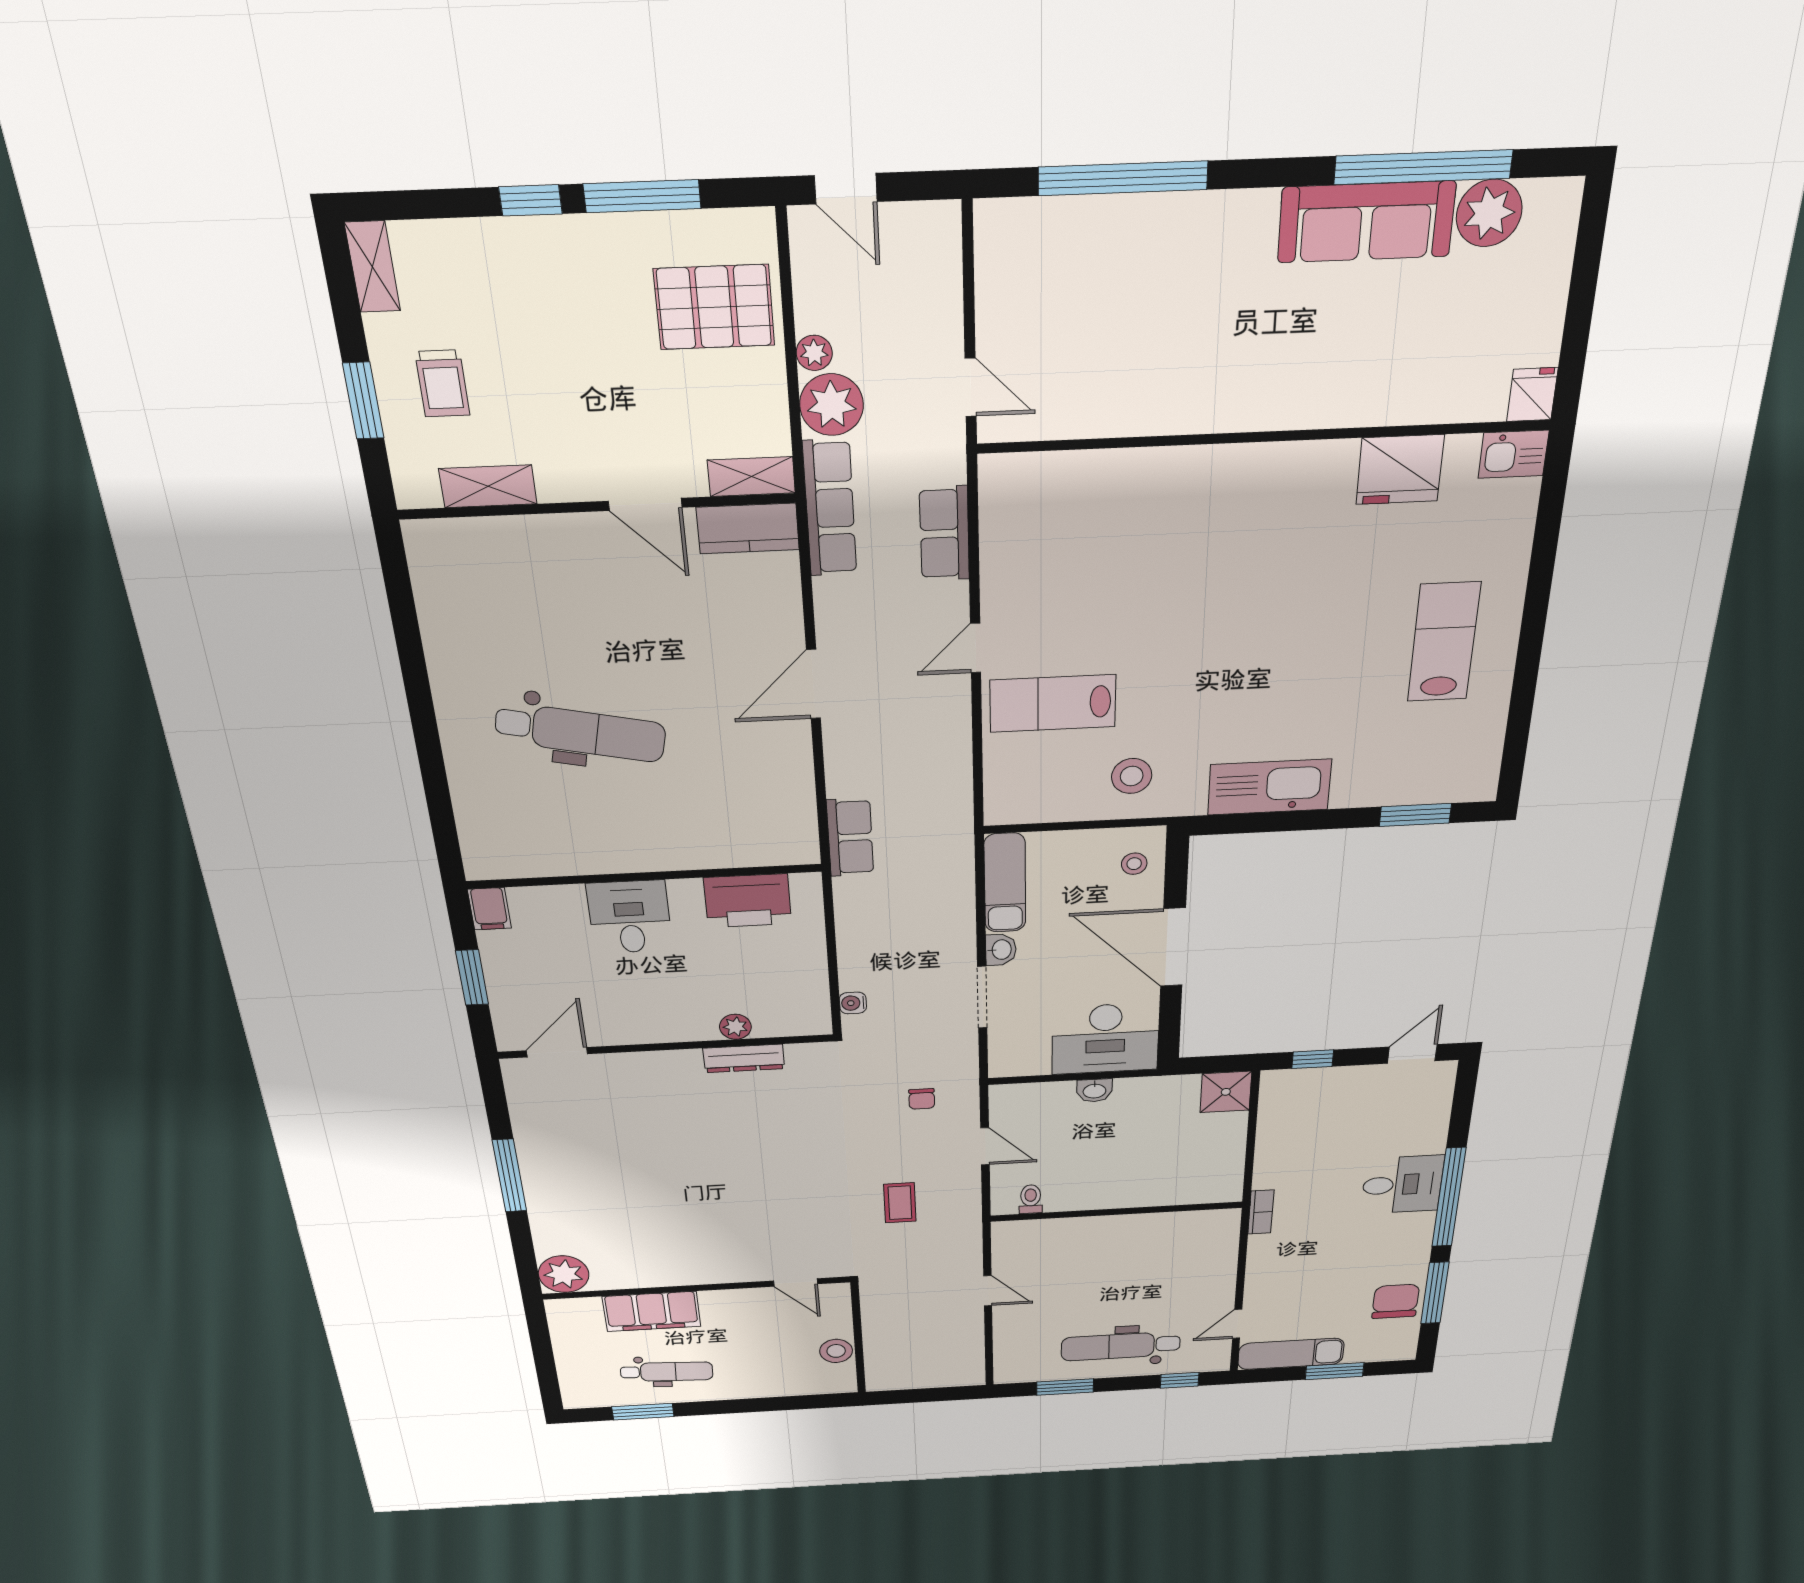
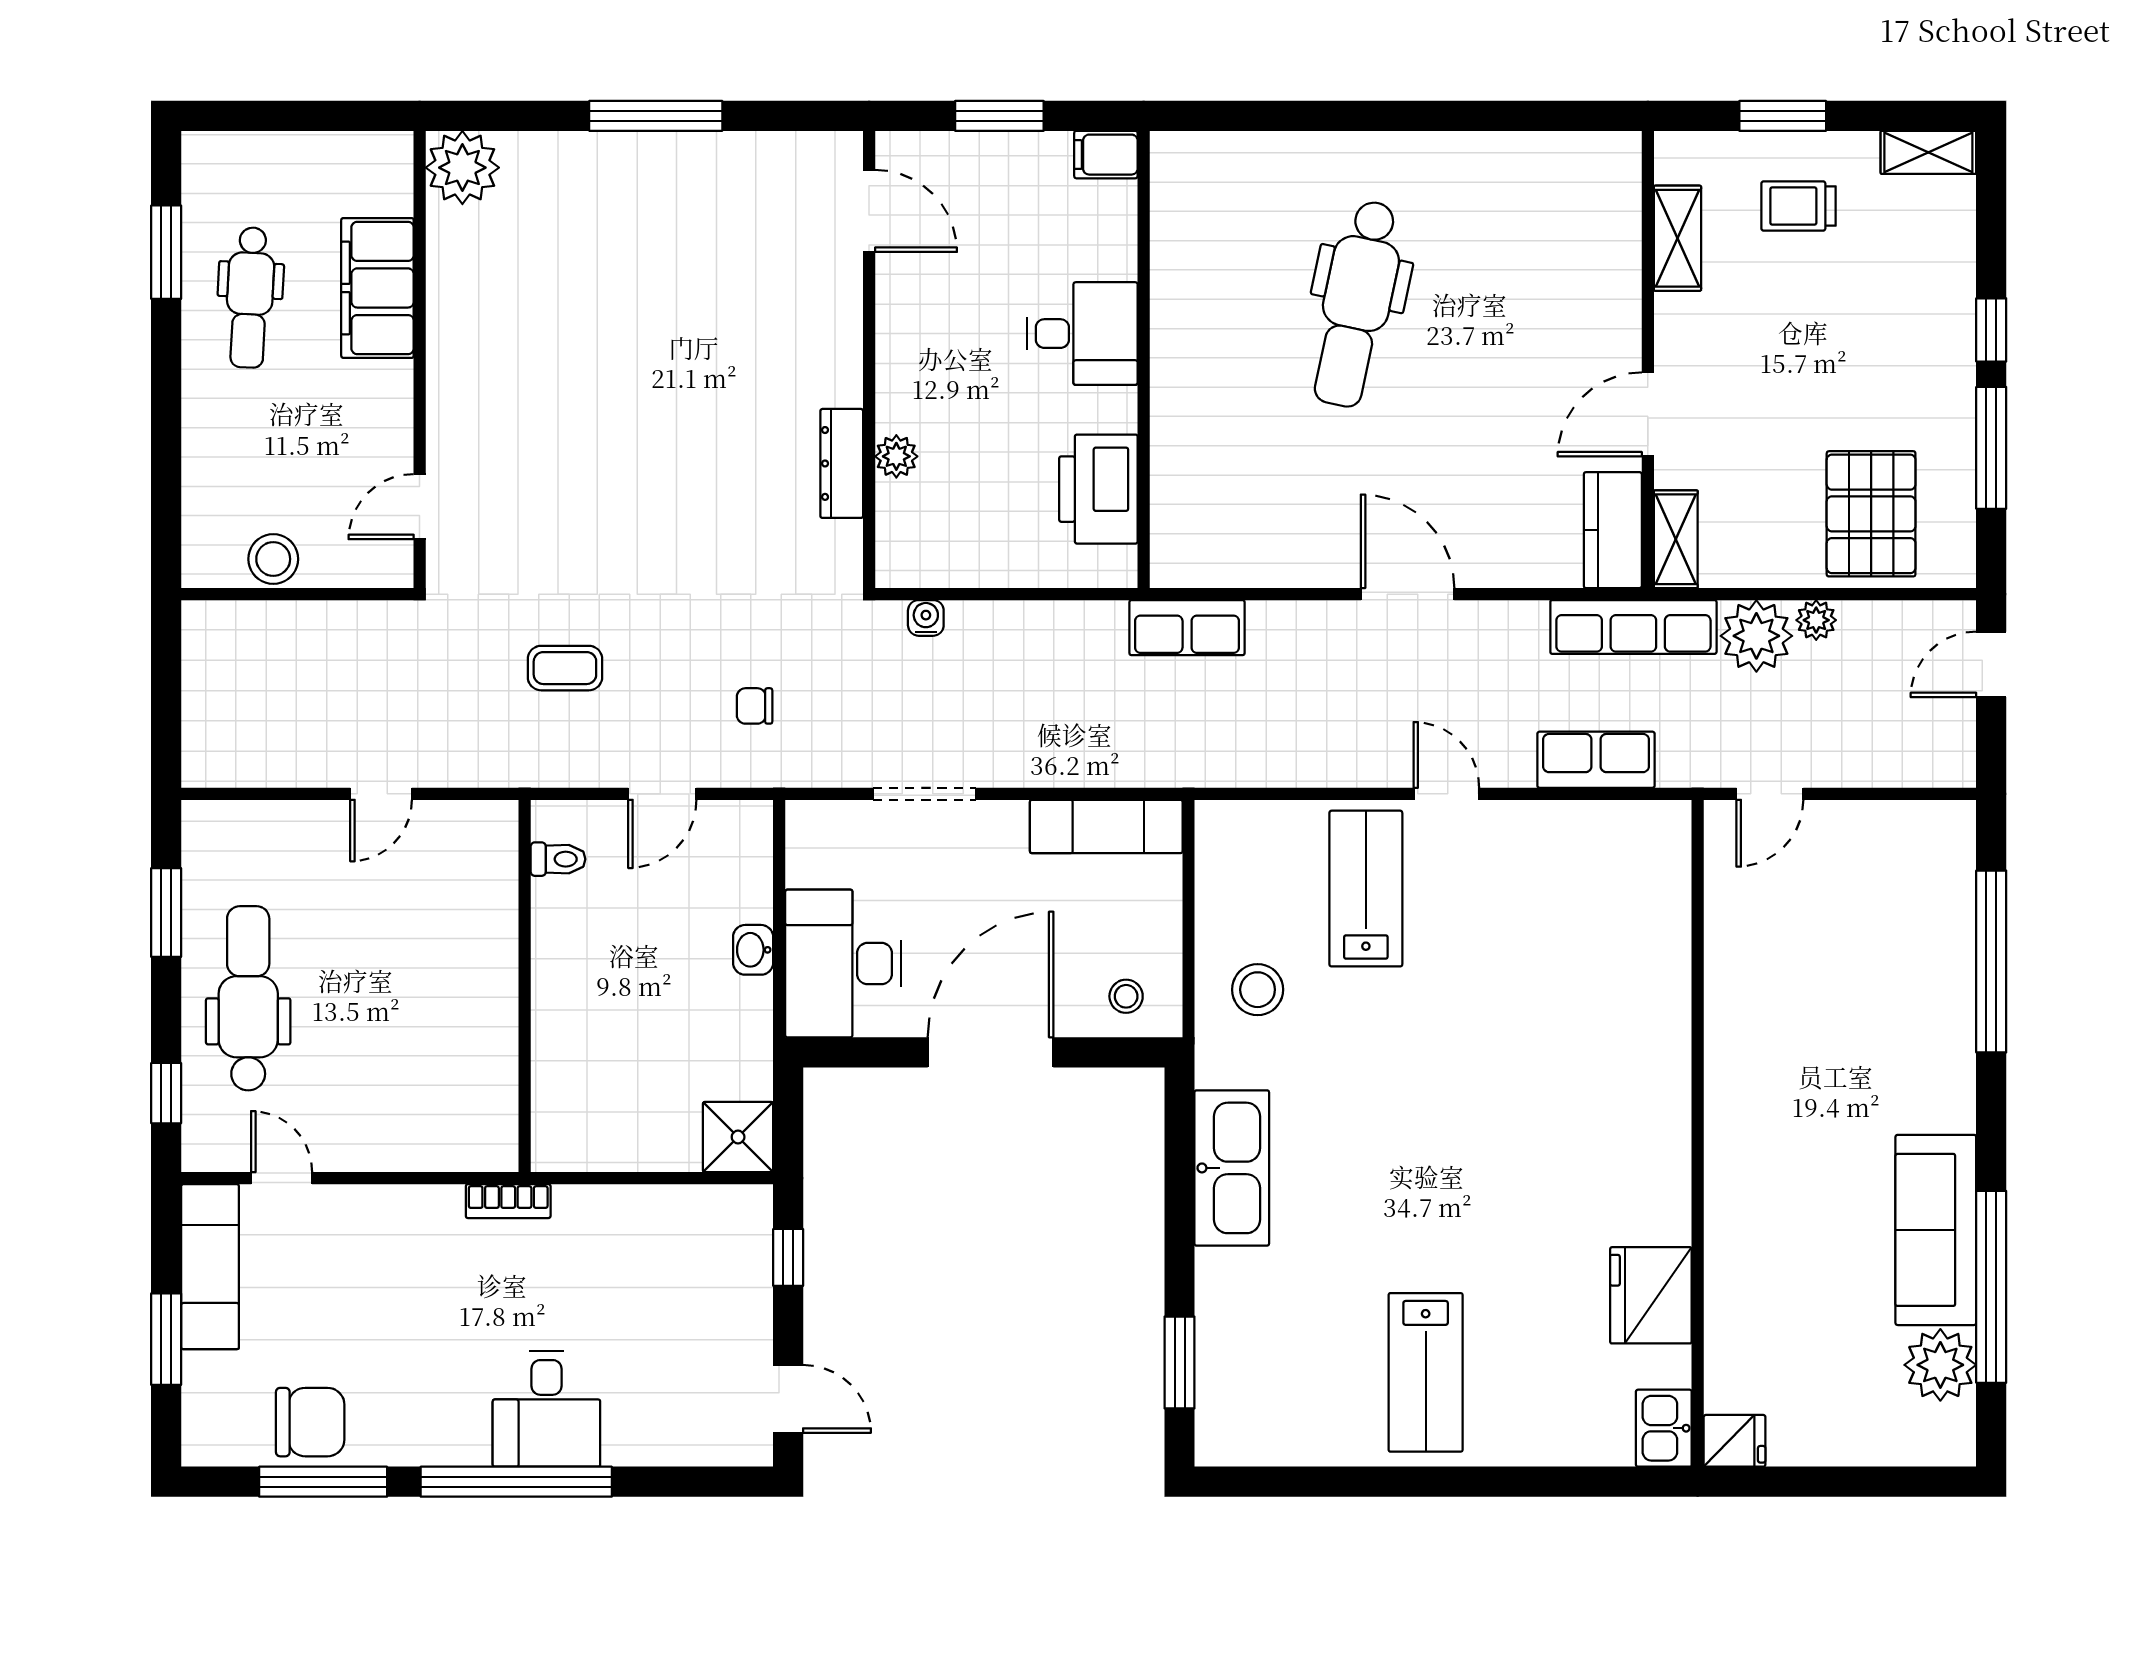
lab bench: (1444, 642) -> (1426, 1372), turned 90
washbasin: (1001, 950) -> (1001, 820), removed

